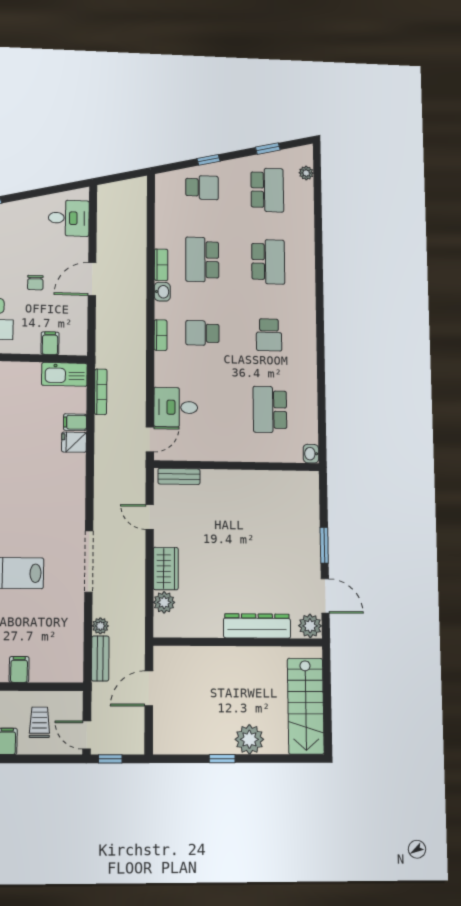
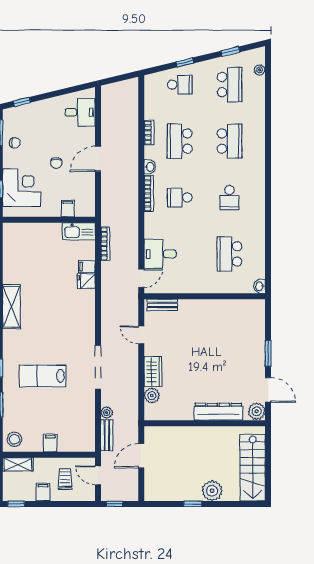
bookcase: (161, 265) -> (149, 133), moved
bookcase: (161, 335) -> (149, 193), width x1.56
door: (87, 735) -> (98, 475), moved

